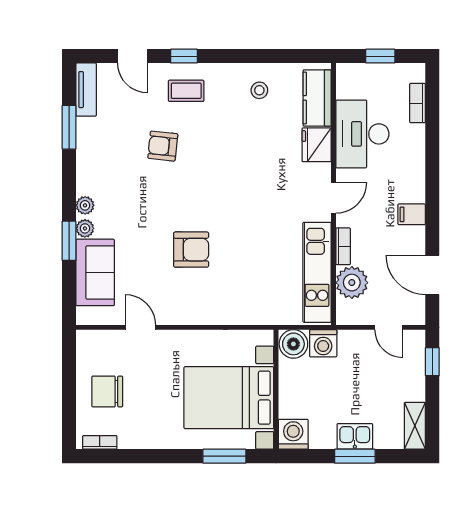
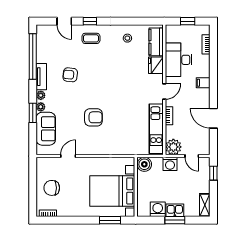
tv unit: (86, 90) -> (41, 77), moved
window: (69, 127) -> (33, 57), width x2.11
armchair: (163, 146) -> (70, 75), moved
filing cabinet: (412, 214) -> (203, 83), moved
door: (432, 275) -> (213, 118), moved
plant: (352, 283) -> (173, 147), moved
door: (140, 327) -> (68, 156), hinge flipped
washing machine: (323, 343) -> (170, 164), moved
washing machine: (293, 434) -> (158, 209), moved

